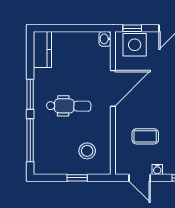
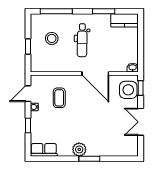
window: (30, 94) -> (104, 11), moved
stool: (87, 151) -> (52, 38), moved

